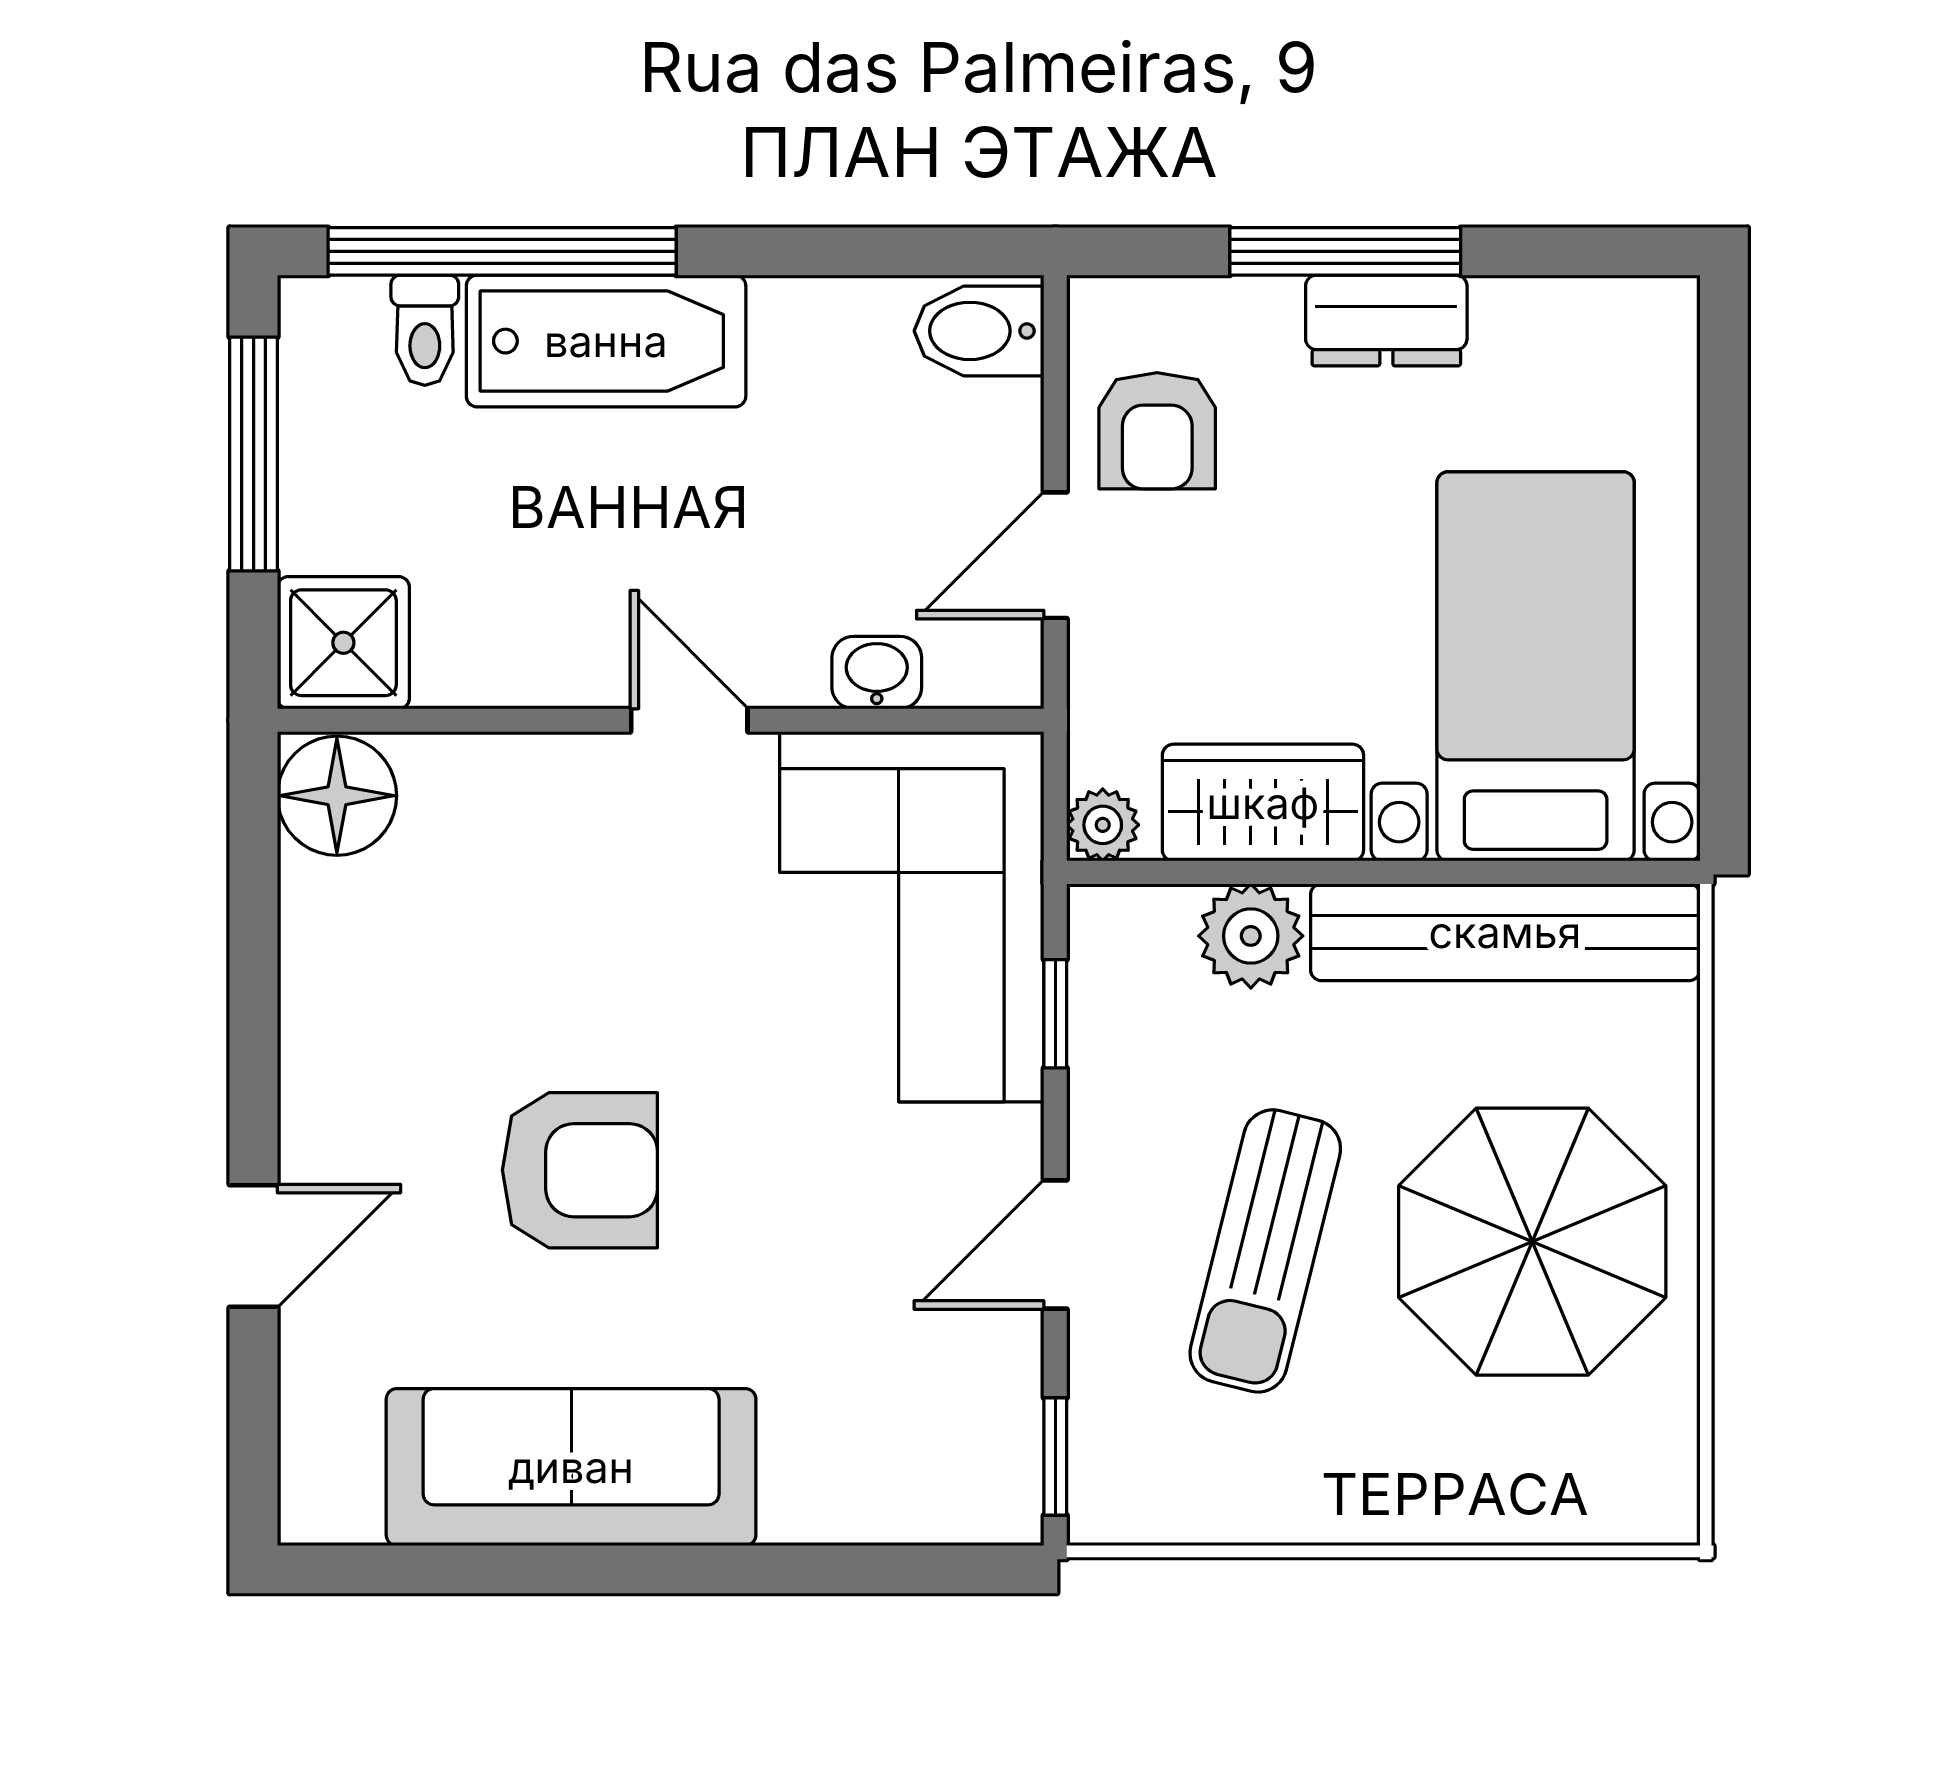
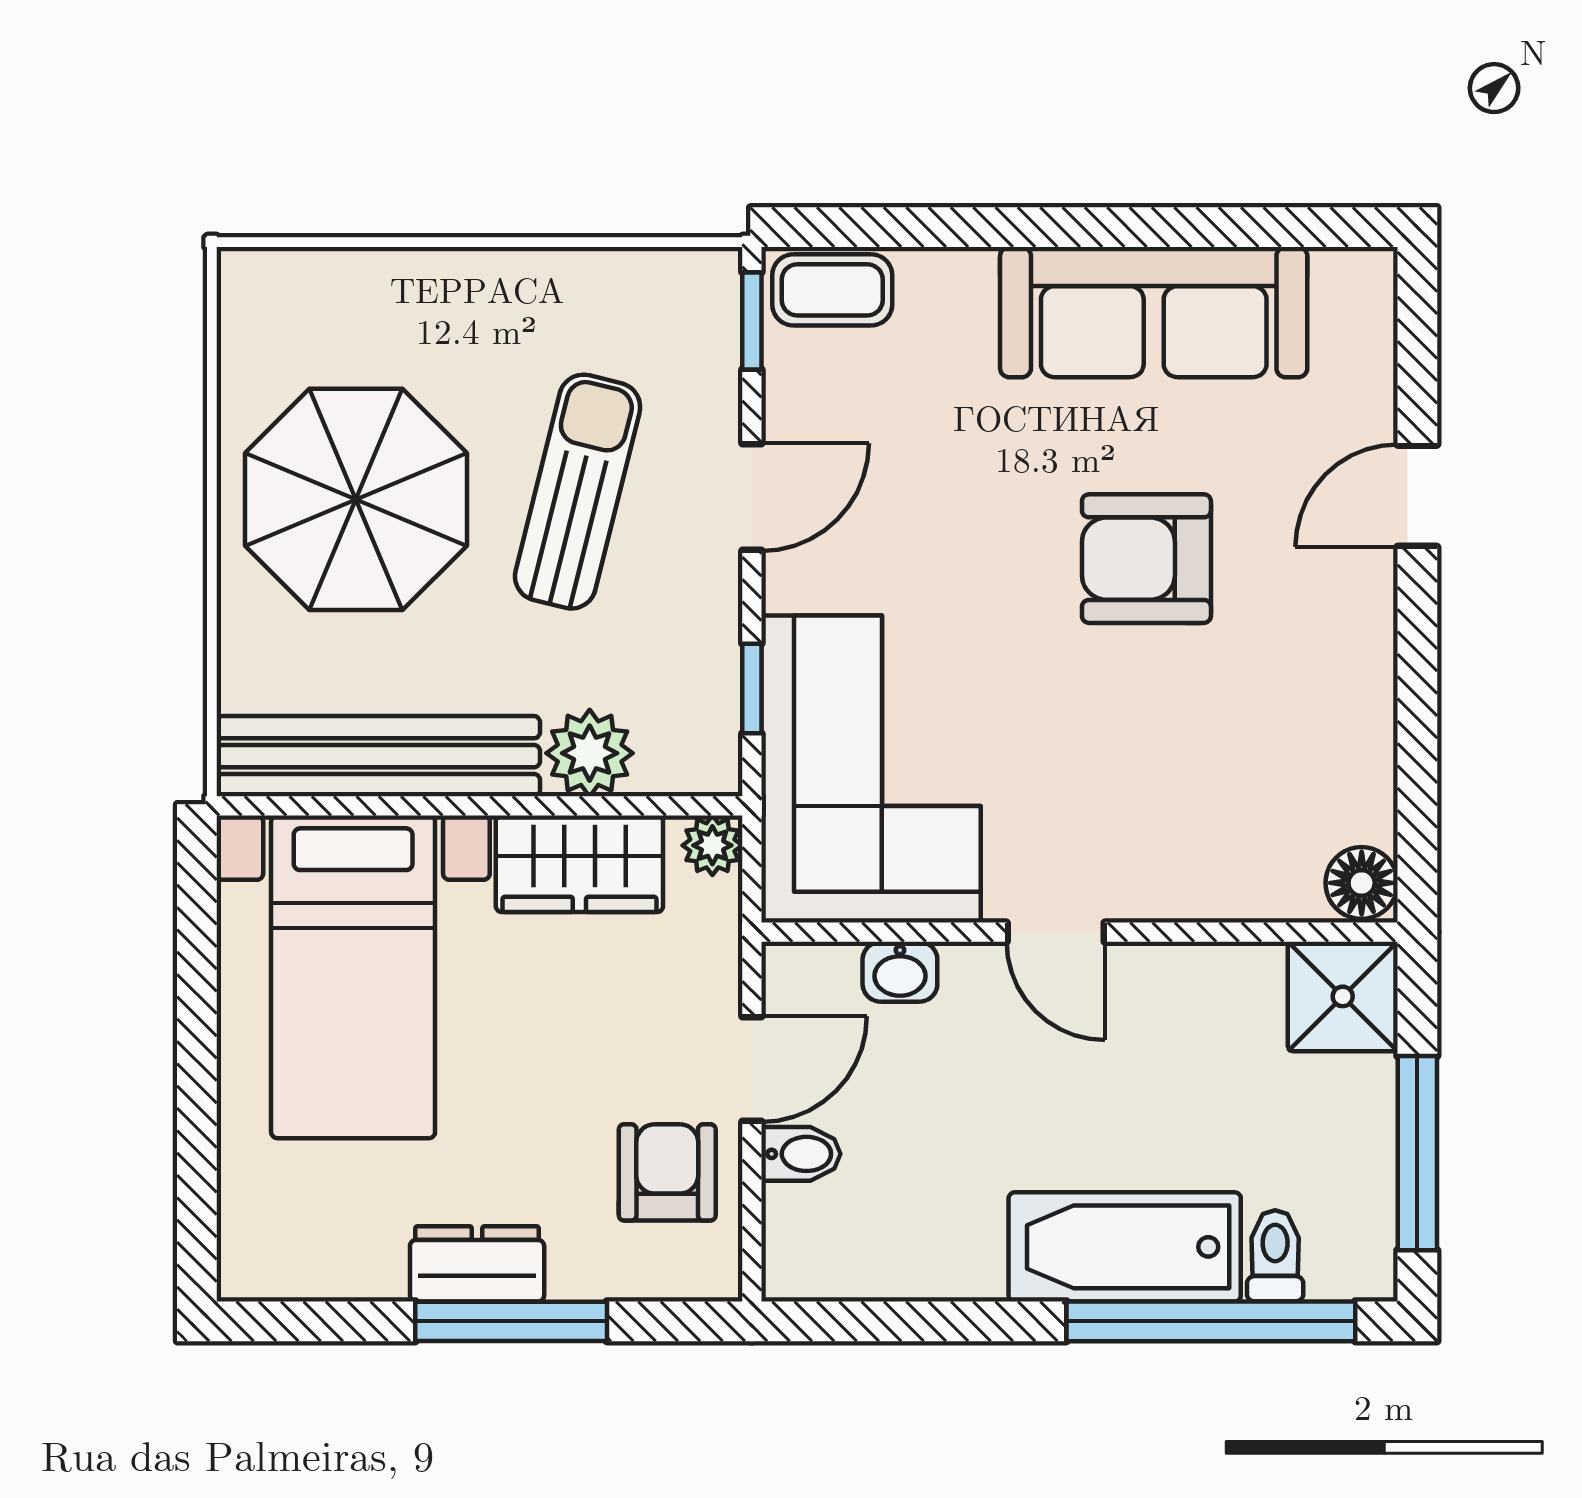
bidet: (979, 331) -> (801, 1154), moved, width x0.72, depth x0.74
floor lamp: (337, 796) -> (1362, 883), width x0.73, depth x0.73
coffee table: (958, 1494) -> (832, 290), added

